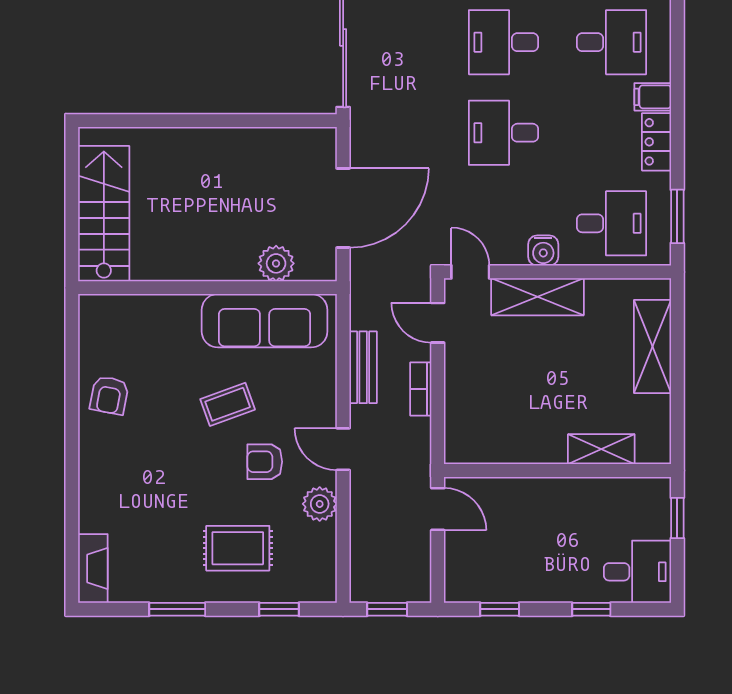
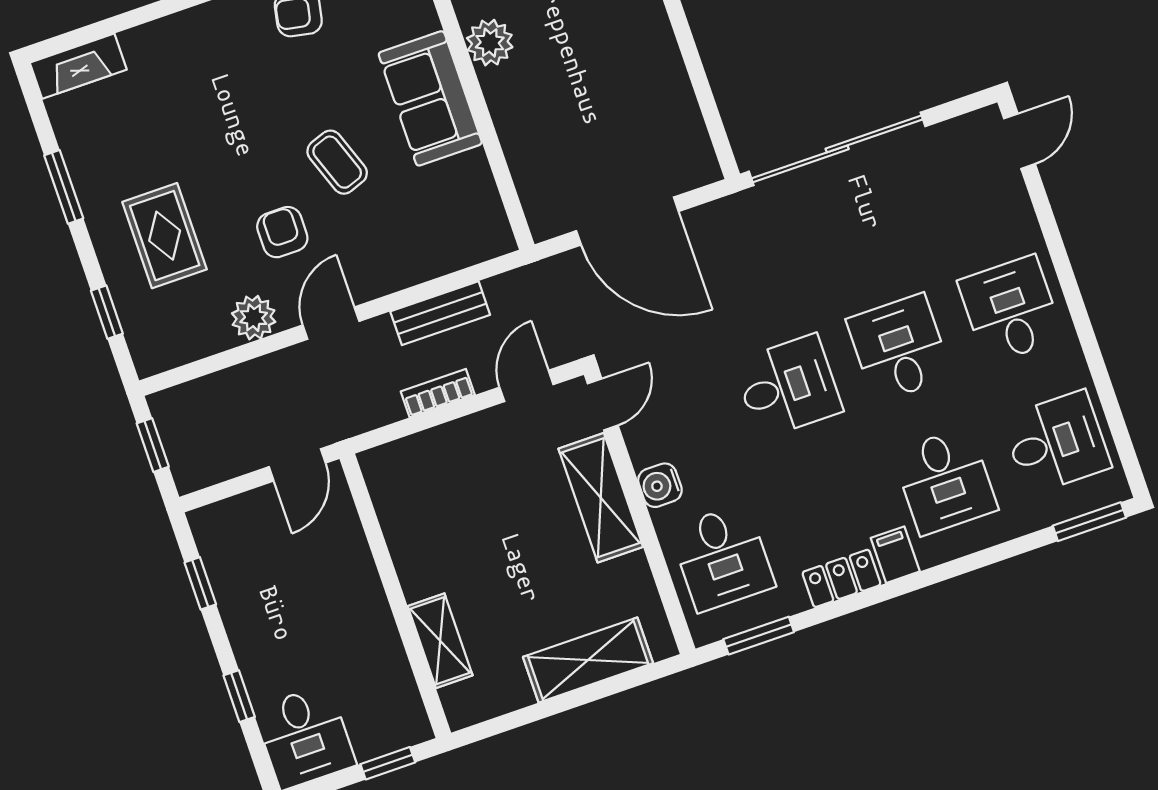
desk: (504, 133) -> (788, 386), turned 90
plant: (276, 263) -> (490, 43), moved
sofa: (265, 321) -> (430, 98), moved, width x0.73

